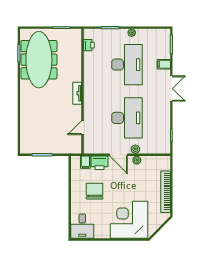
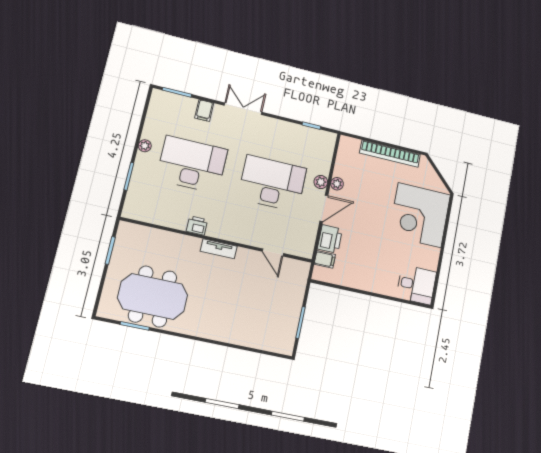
printer: (89, 45) -> (197, 226), moved
meeting table: (39, 60) -> (153, 296), width x0.73
chair: (95, 191) -> (370, 256), removed

